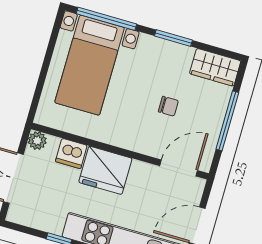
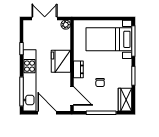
dresser: (131, 141) -> (78, 69), added
dishwasher: (71, 153) -> (64, 43), removed

